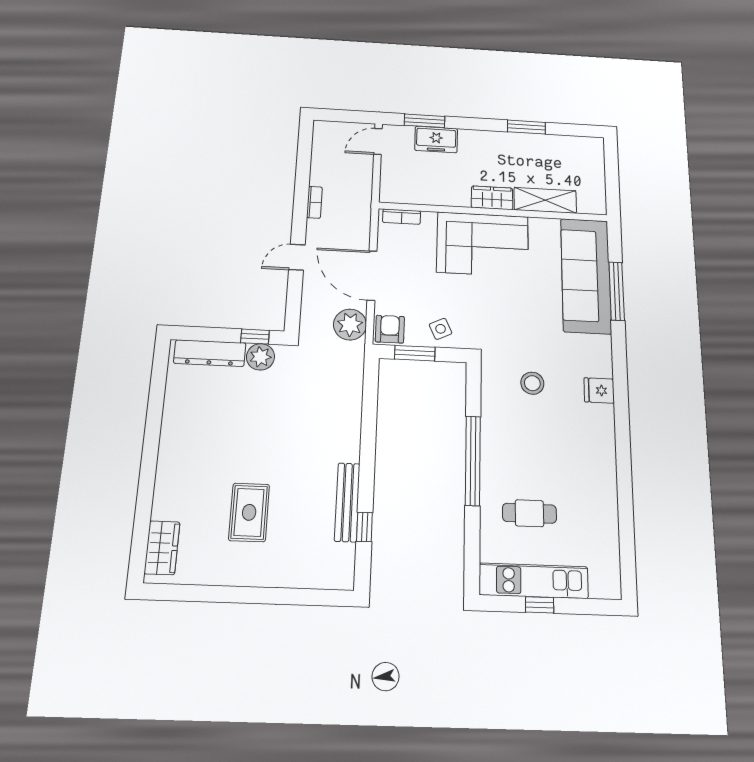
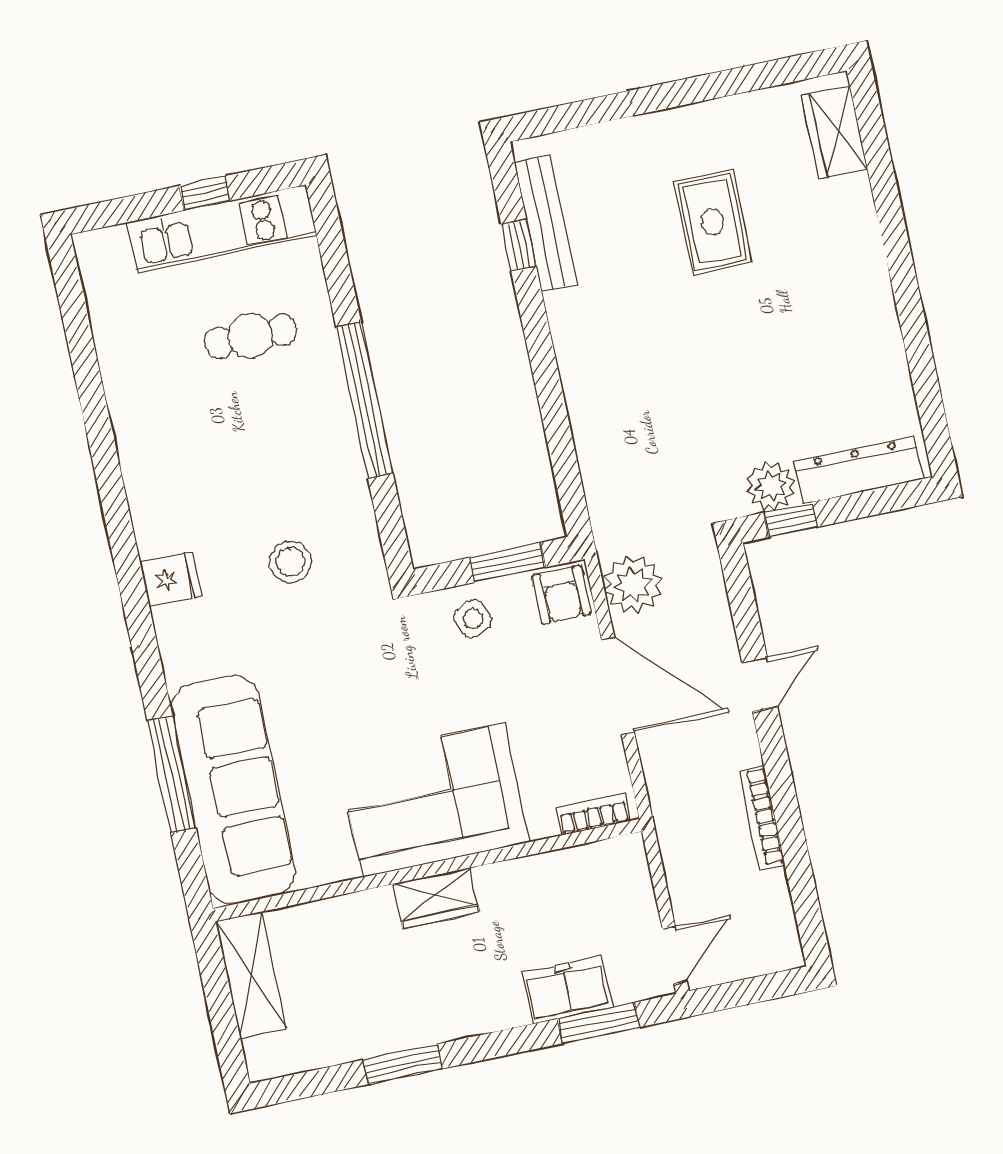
shelving: (545, 200) -> (251, 975), moved, turned 90
bookcase: (314, 202) -> (762, 817), width x1.56
bench: (347, 502) -> (546, 224), moved

